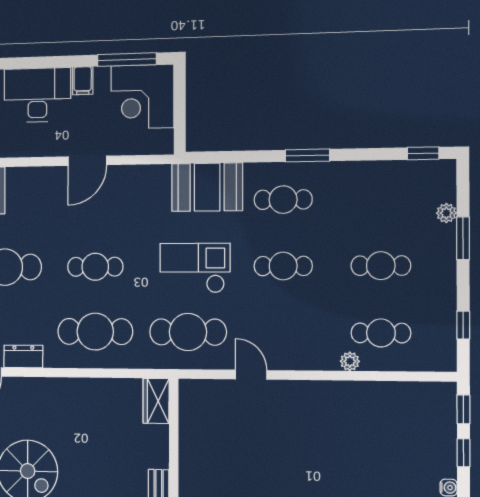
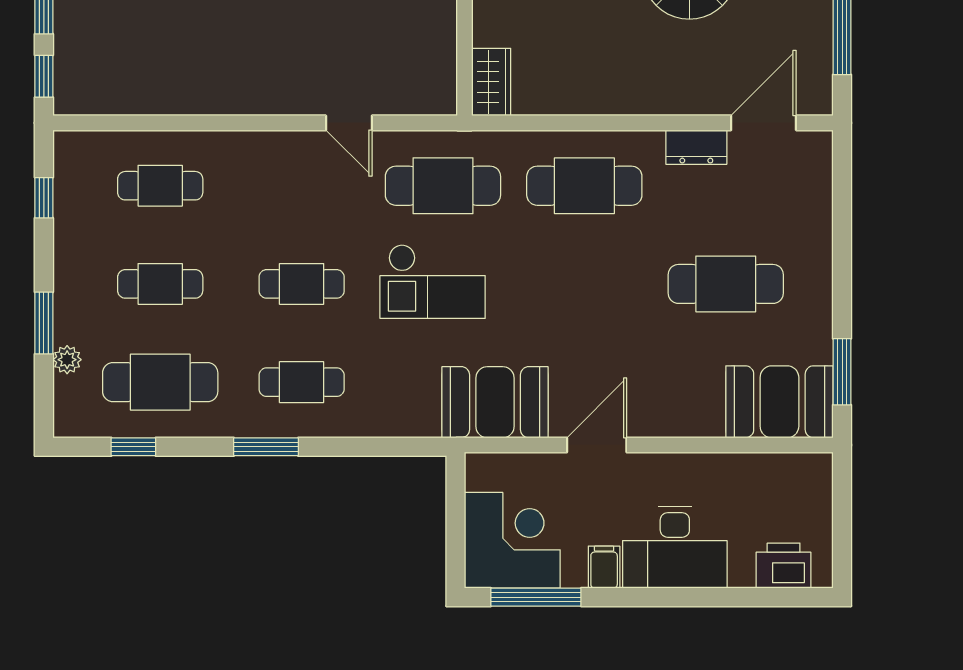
window: (423, 153) -> (133, 447), moved
booth: (207, 187) -> (495, 402), moved
cafe table: (95, 267) -> (160, 382), moved, width x1.37, depth x1.35
plant: (350, 361) -> (205, 144), removed

